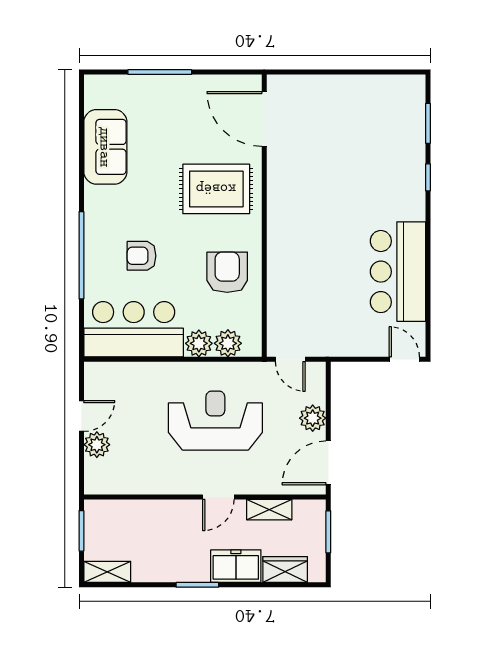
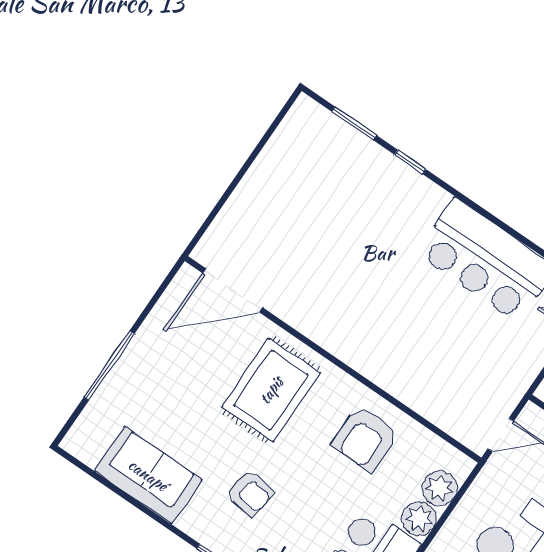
armchair: (142, 256) -> (251, 493), moved, turned -82
armchair: (227, 272) -> (365, 438), turned -90

